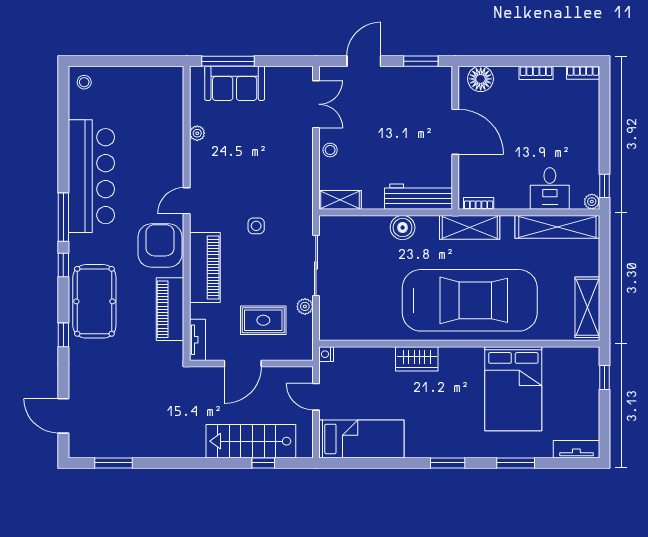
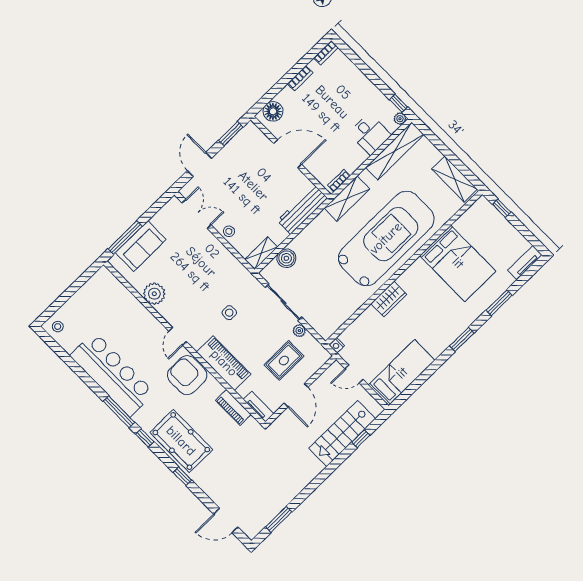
plant: (197, 133) -> (154, 294), width x1.88, depth x1.88
boiler: (403, 228) -> (286, 258), moved
piano: (170, 309) -> (233, 407), width x0.73, depth x0.75

